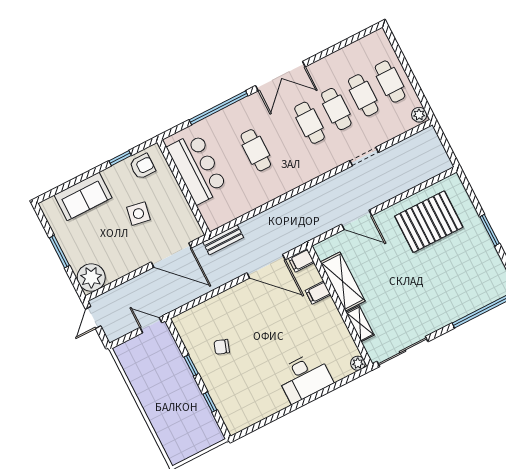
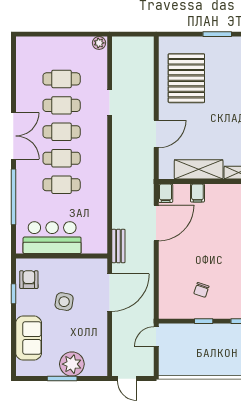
cafe table: (390, 82) -> (62, 158), moved
plant: (91, 277) -> (72, 364), moved

